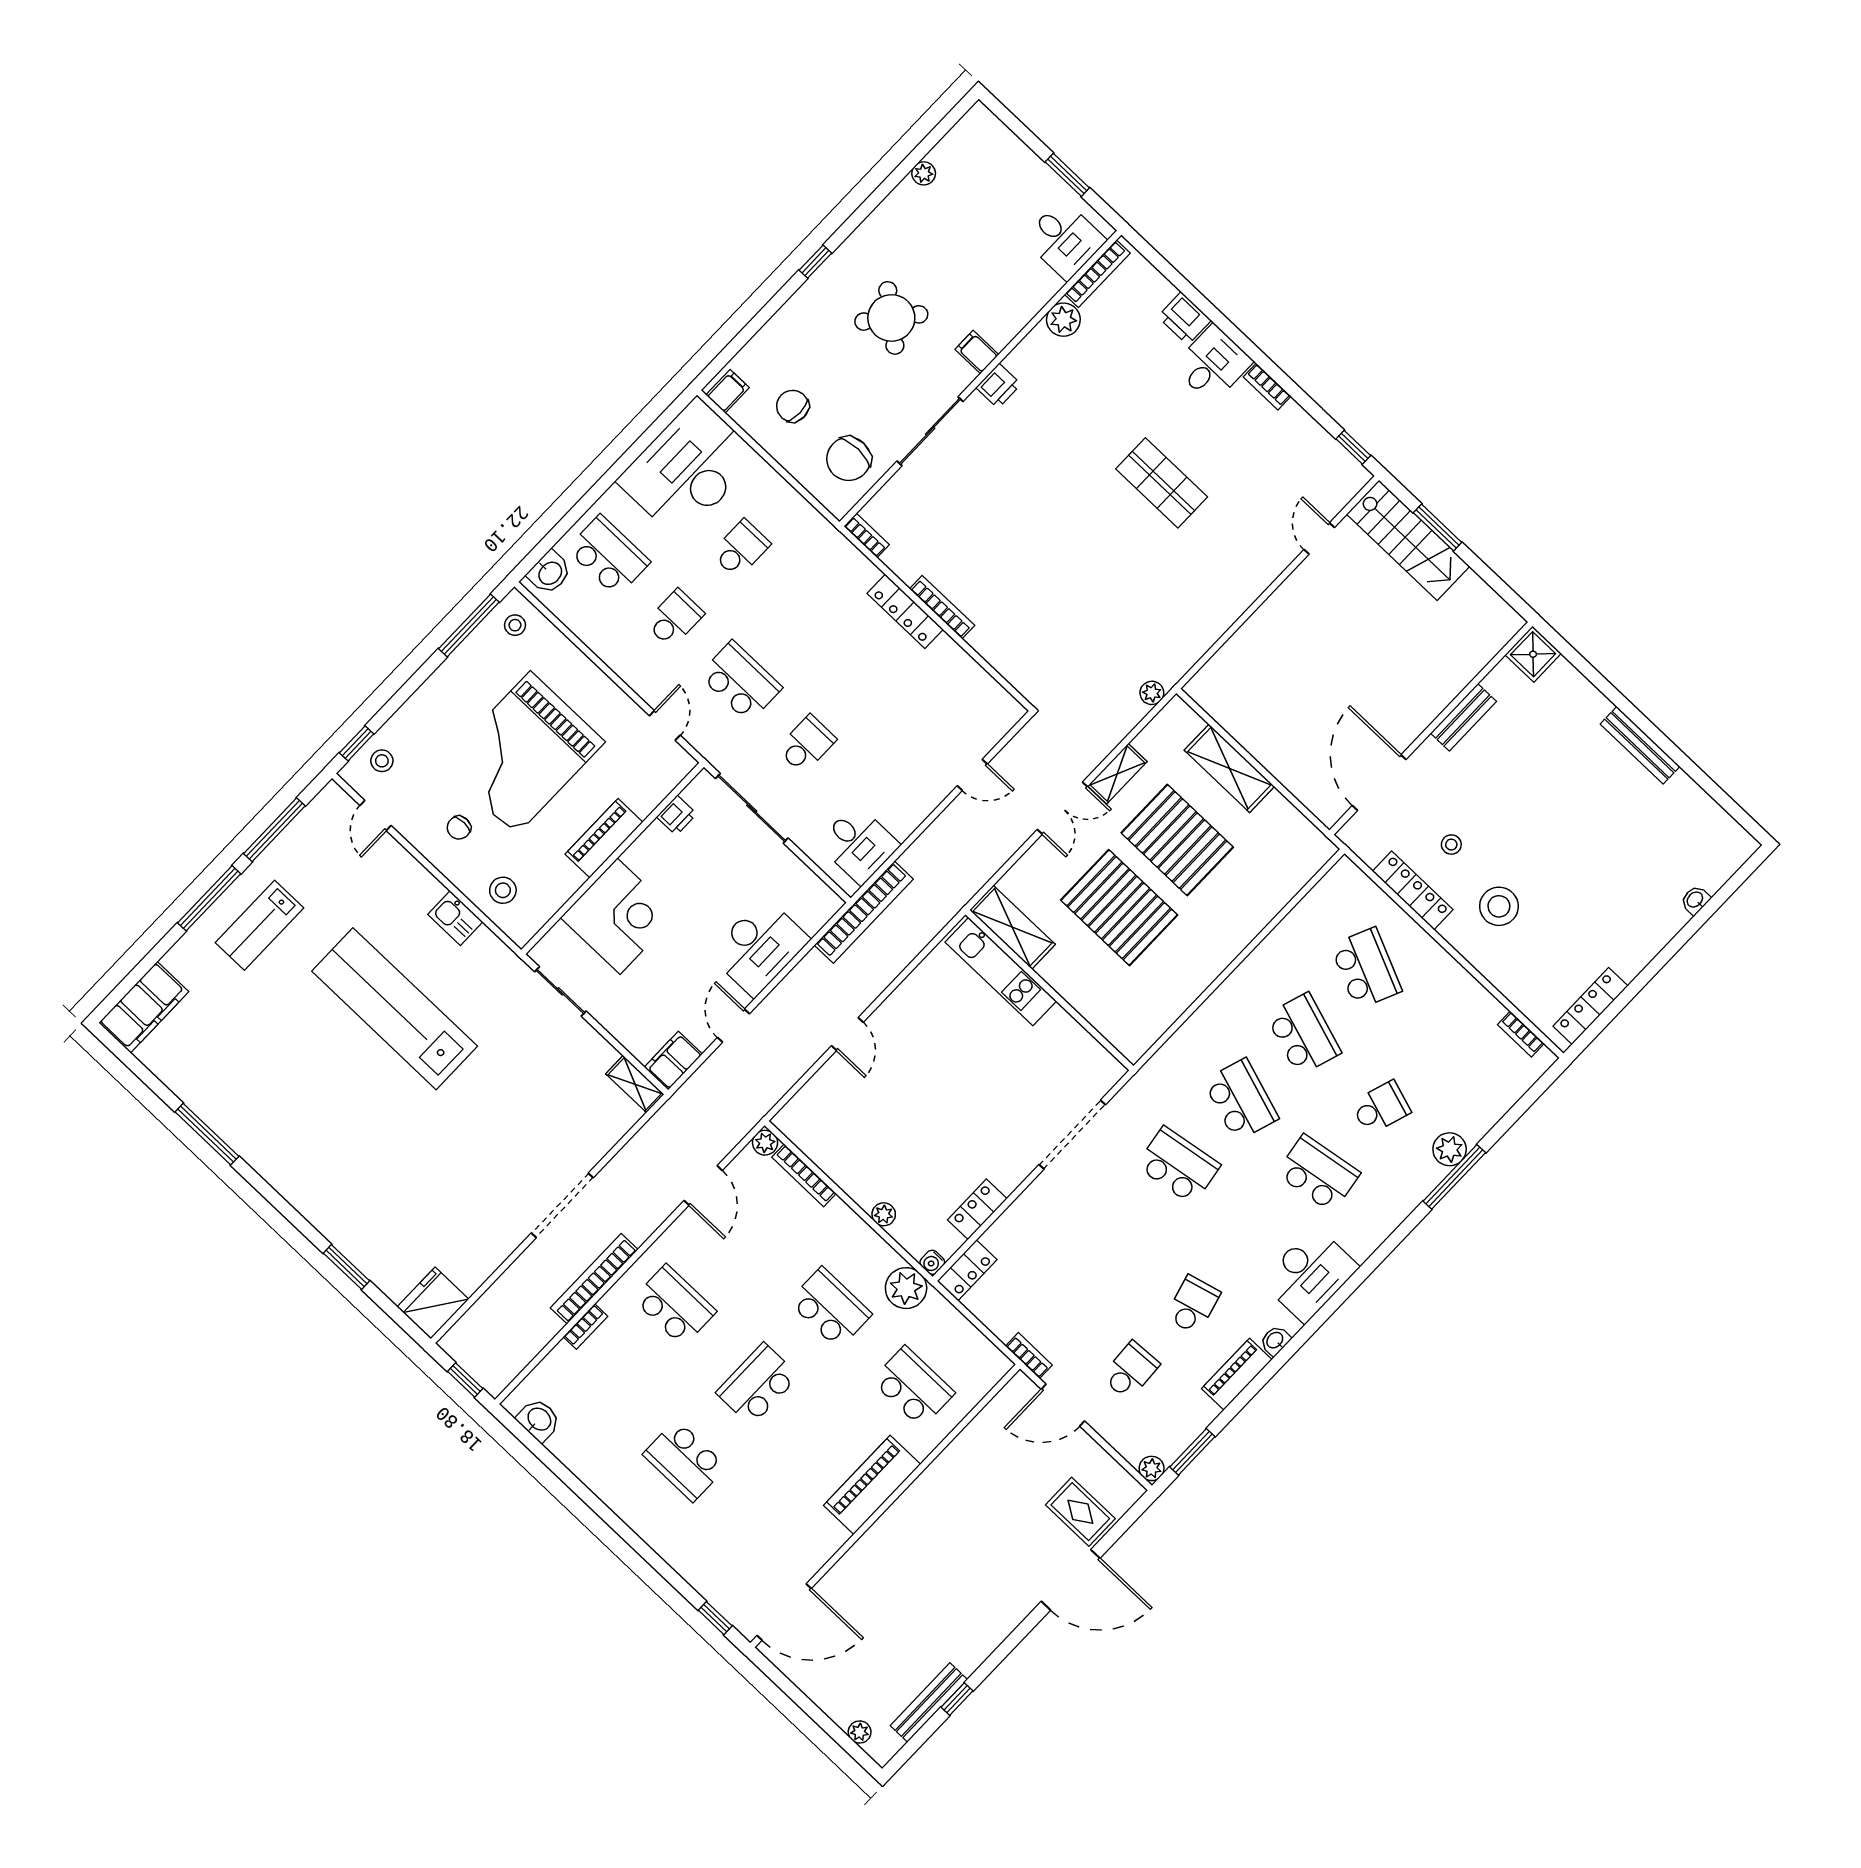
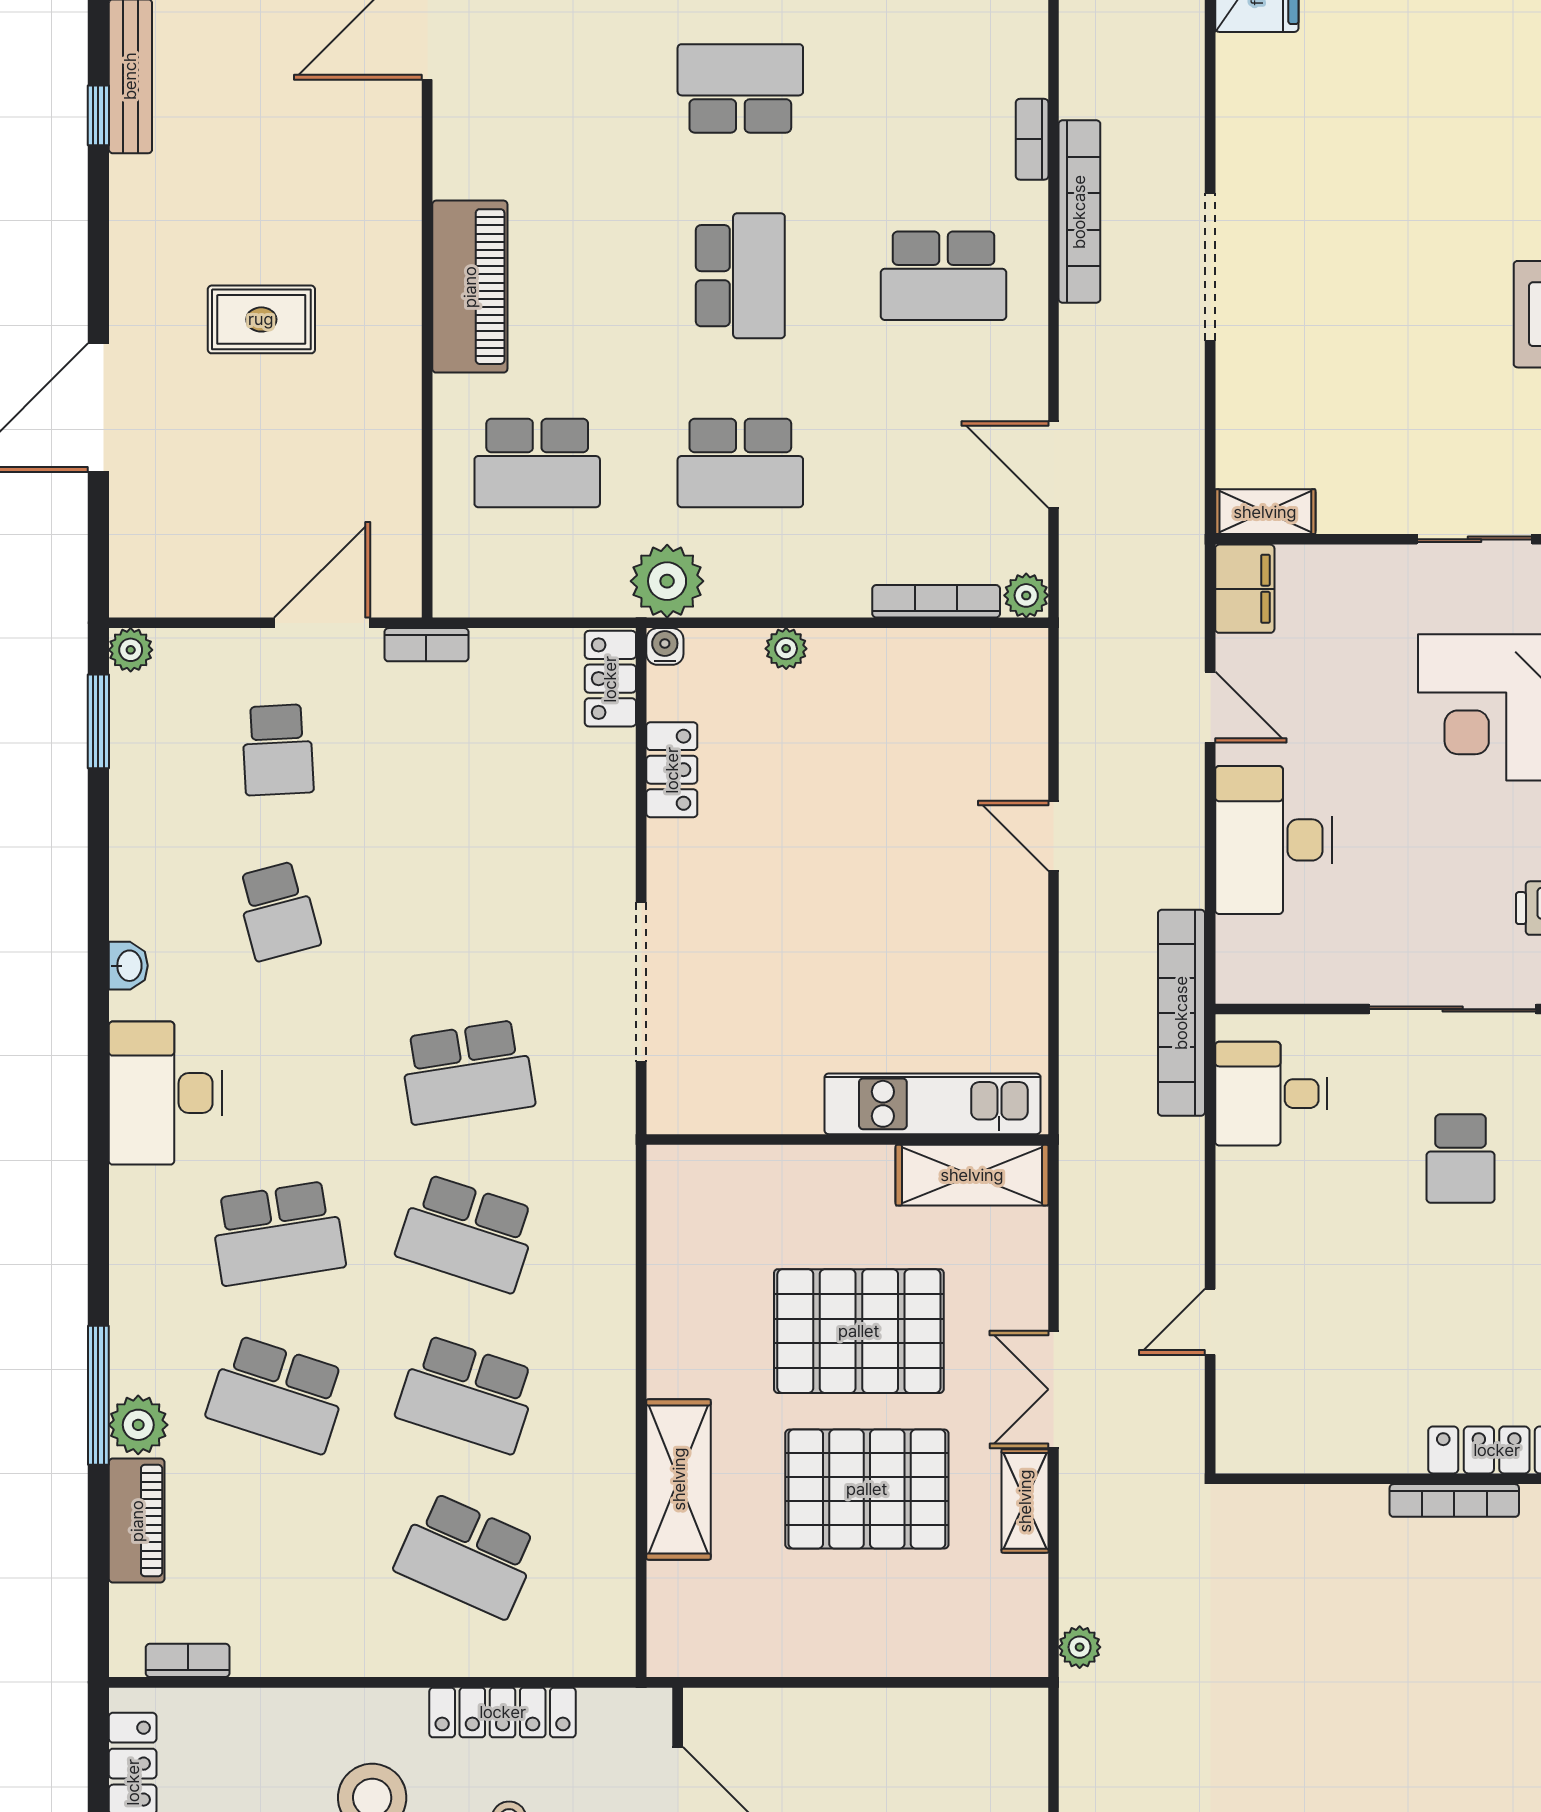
shelving: (1229, 768) -> (679, 1479), moved, turned 90
school desk: (1381, 1108) -> (278, 1394), width x1.85
piano: (1237, 1374) -> (137, 1521), moved
rug: (1080, 1512) -> (261, 319), moved

